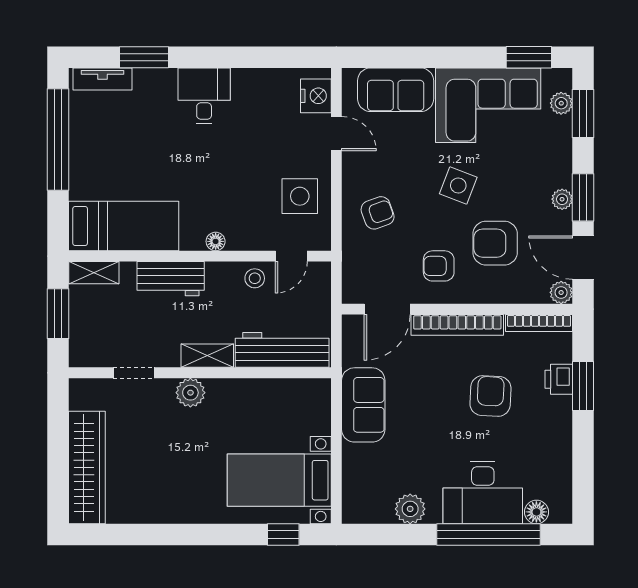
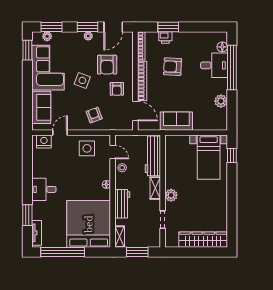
bed: (124, 226) -> (89, 224), width x2.04
plant: (561, 292) -> (128, 36), removed
desk: (483, 493) -> (214, 65), width x0.73

